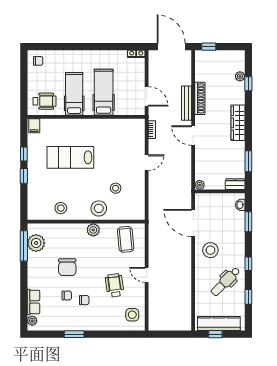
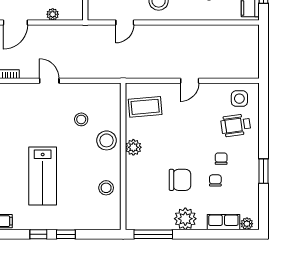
plant: (200, 185) -> (53, 14), moved
door: (193, 223) -> (125, 23), width x0.53
plant: (36, 243) -> (185, 219), moved
wheelchair: (115, 285) -> (236, 125), moved

